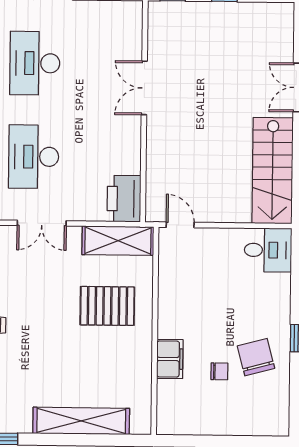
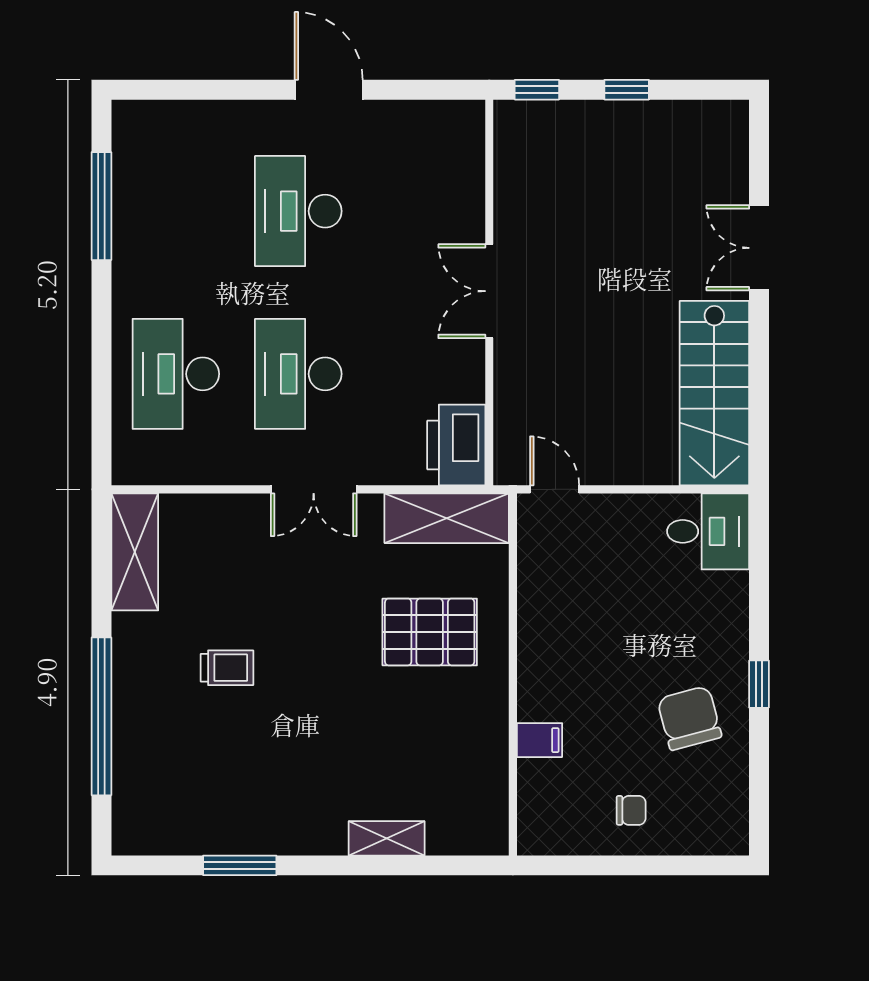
double door: (144, 88) -> (489, 291), moved
filing cabinet: (170, 359) -> (540, 740), width x0.50
chair: (219, 371) -> (631, 810), moved
shelving: (81, 421) -> (387, 838), width x0.45, depth x0.75

